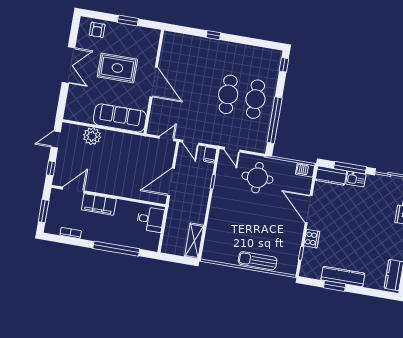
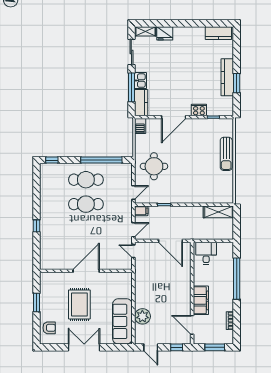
sofa: (120, 118) -> (122, 321), moved

